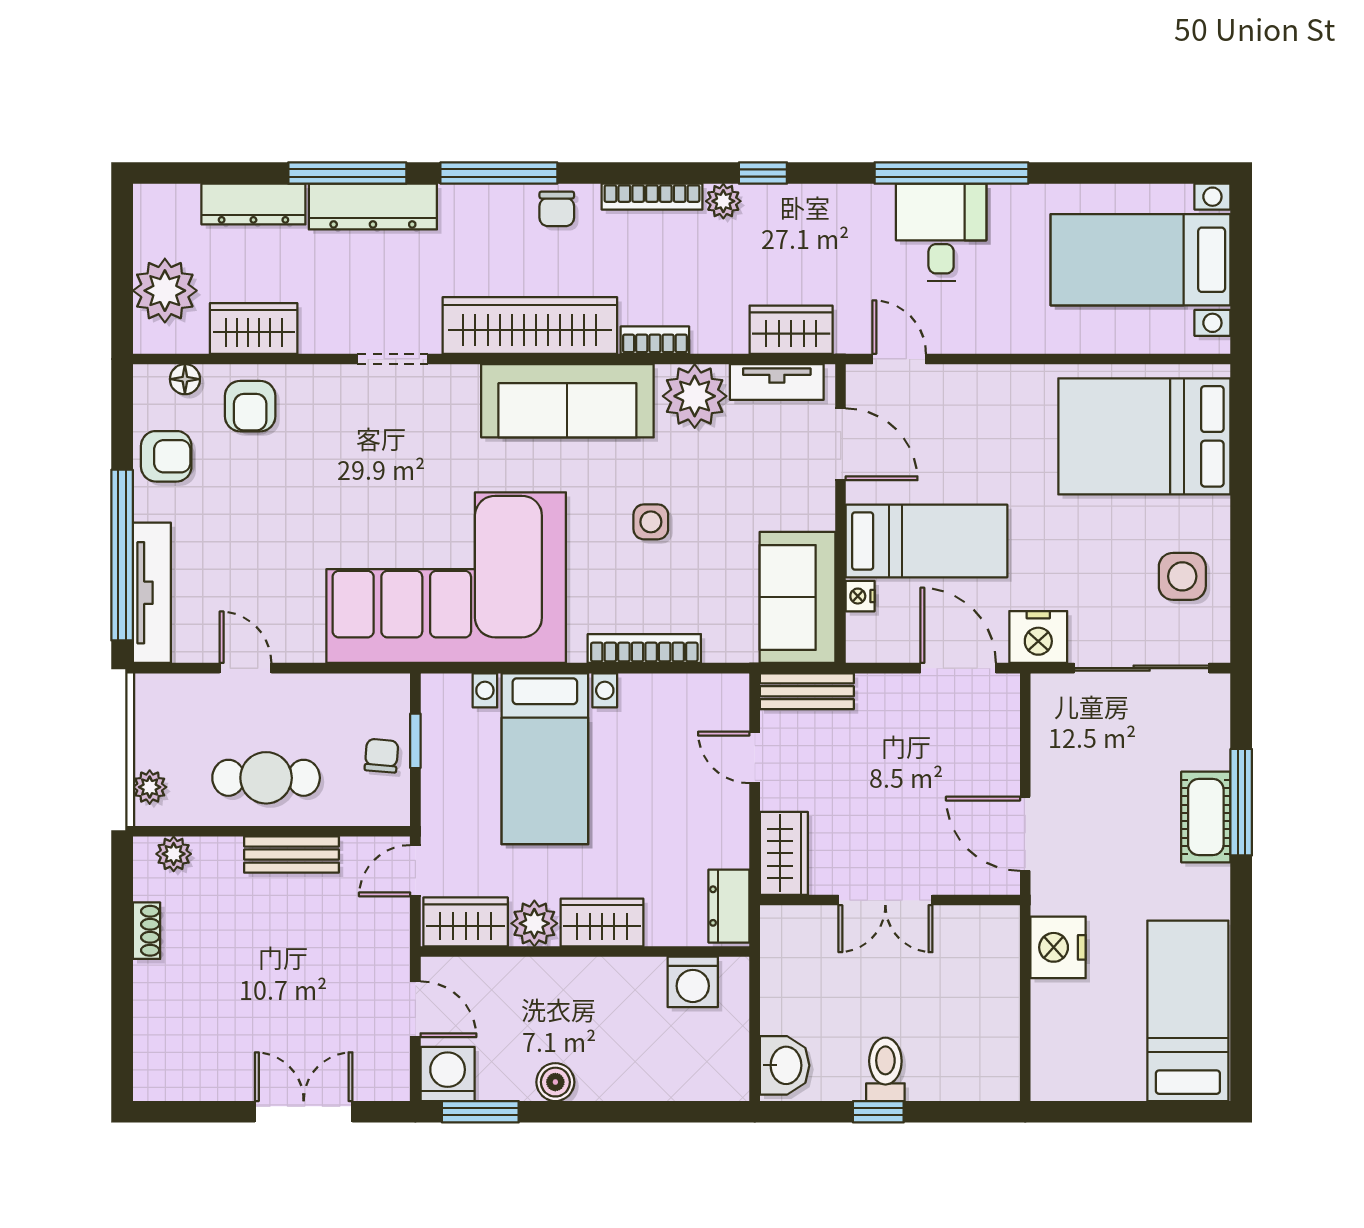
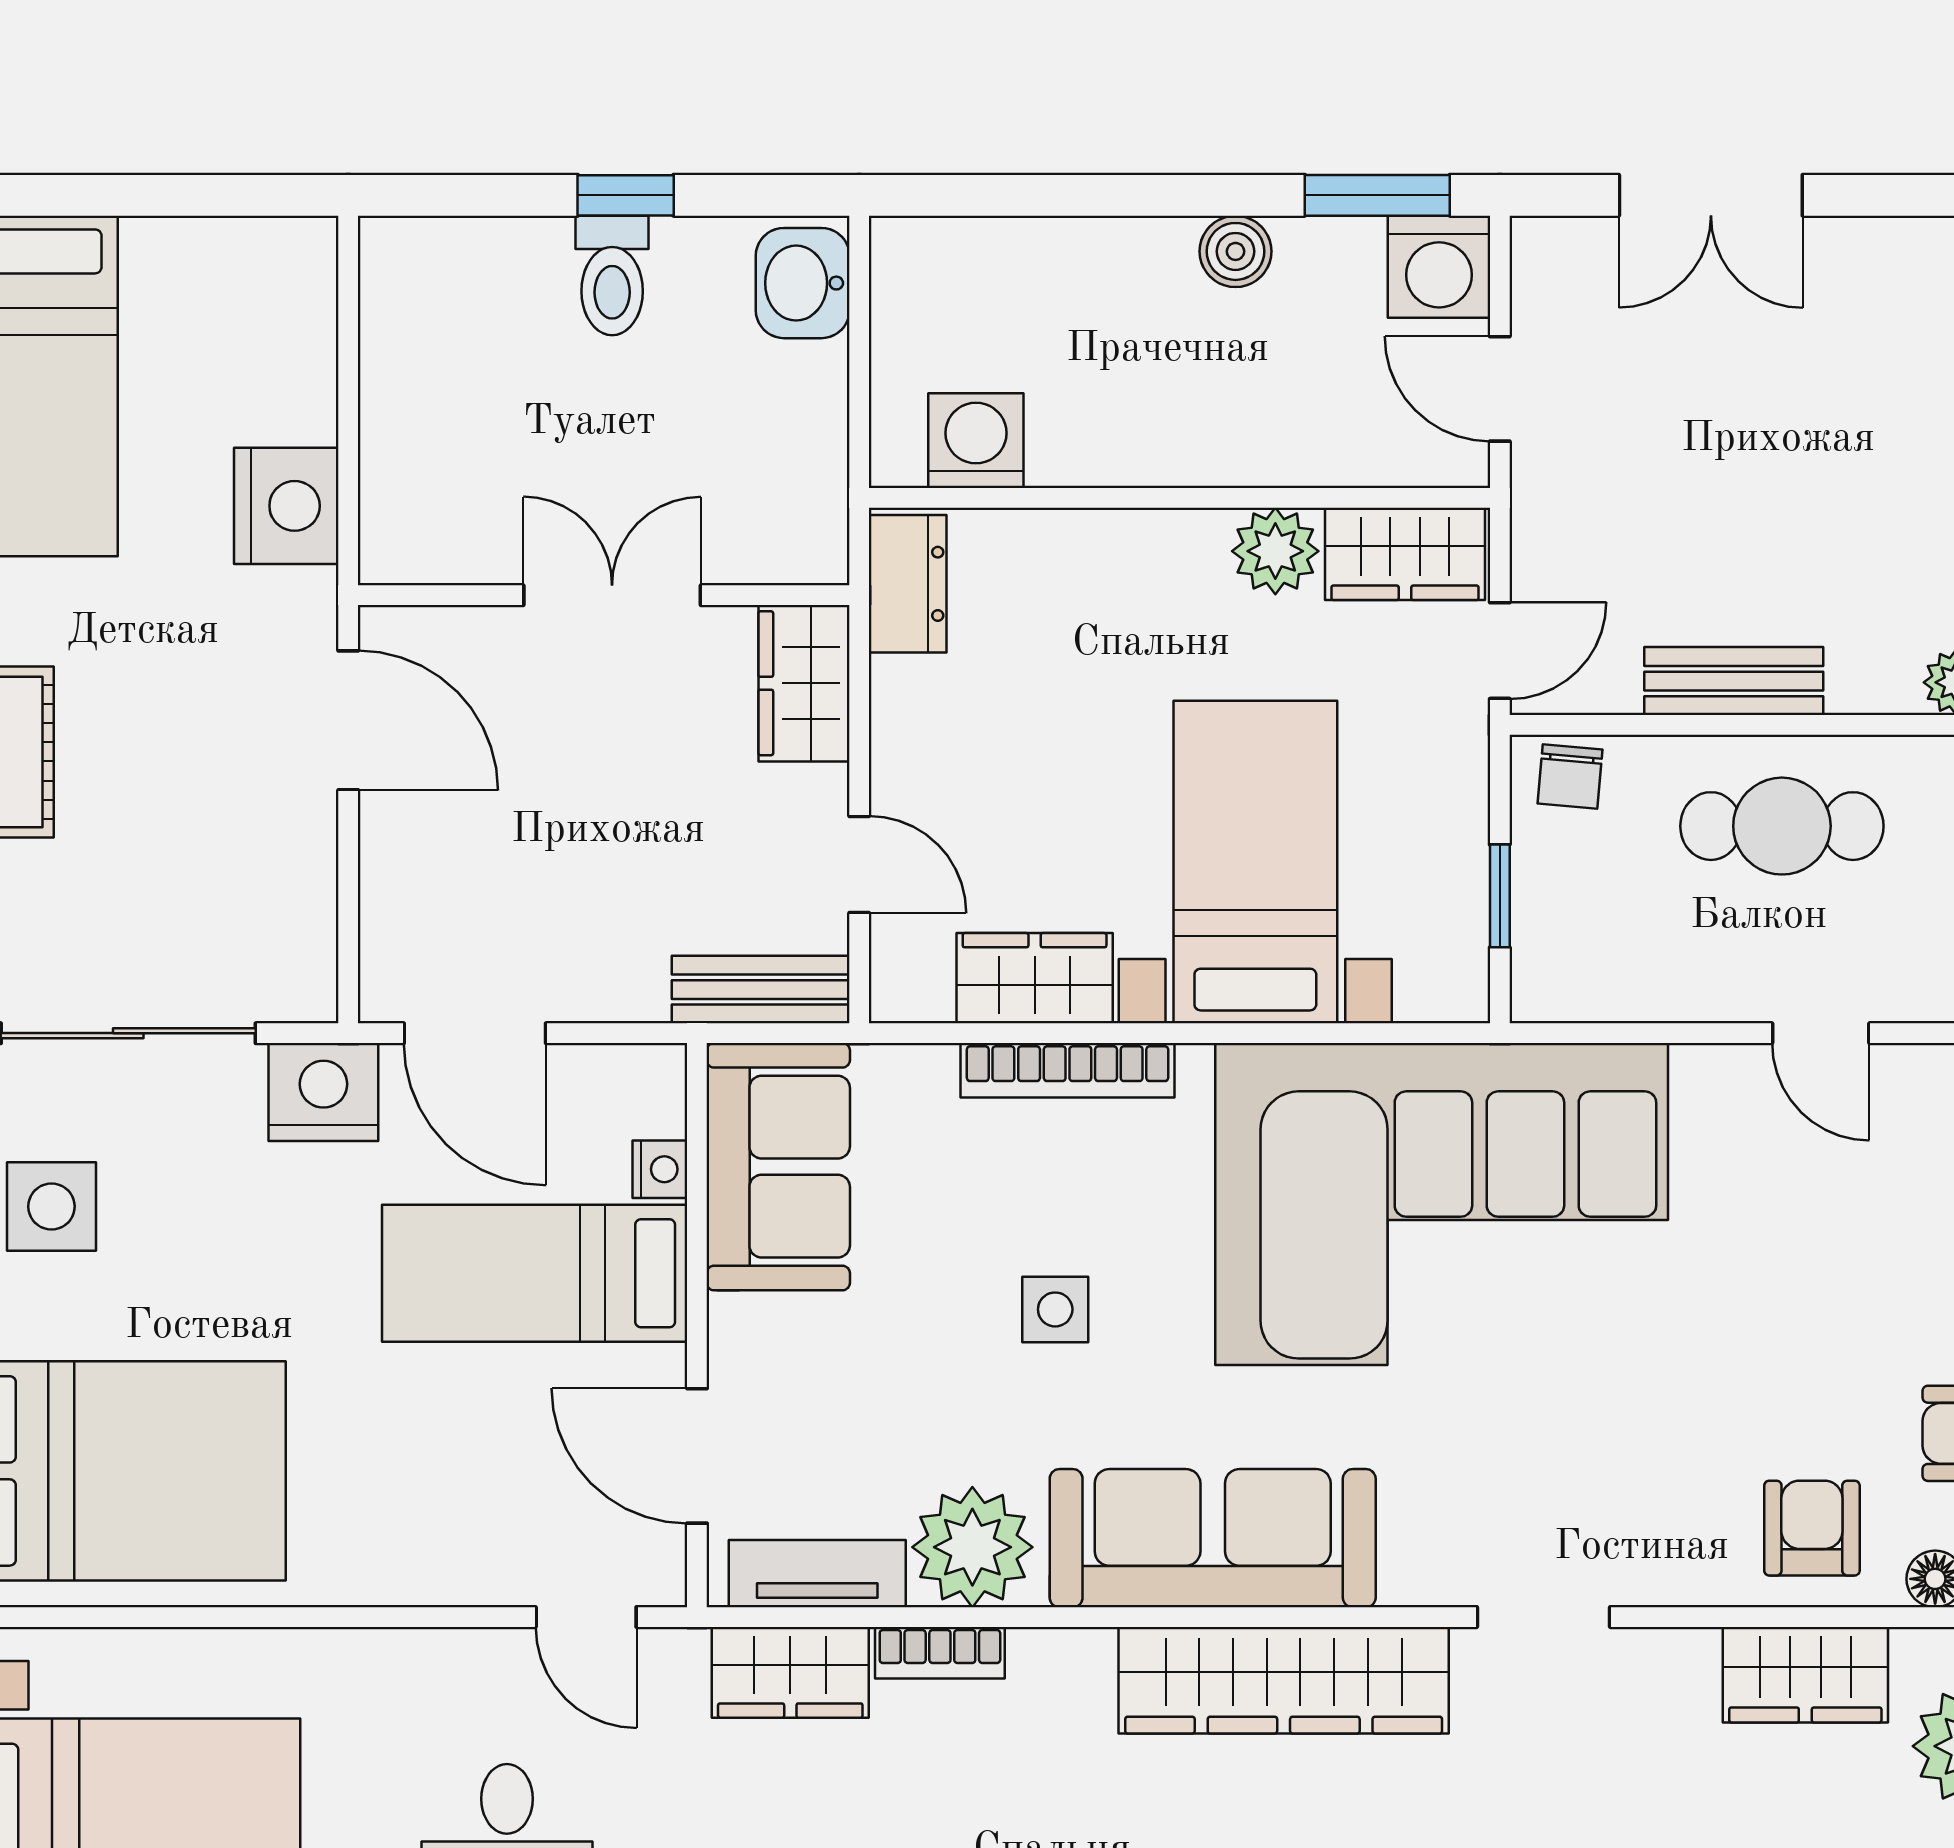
bookcase: (655, 340) -> (940, 1653), moved
chair: (382, 756) -> (1570, 777), moved
wardrobe: (602, 922) -> (1035, 978), moved, turned 180

